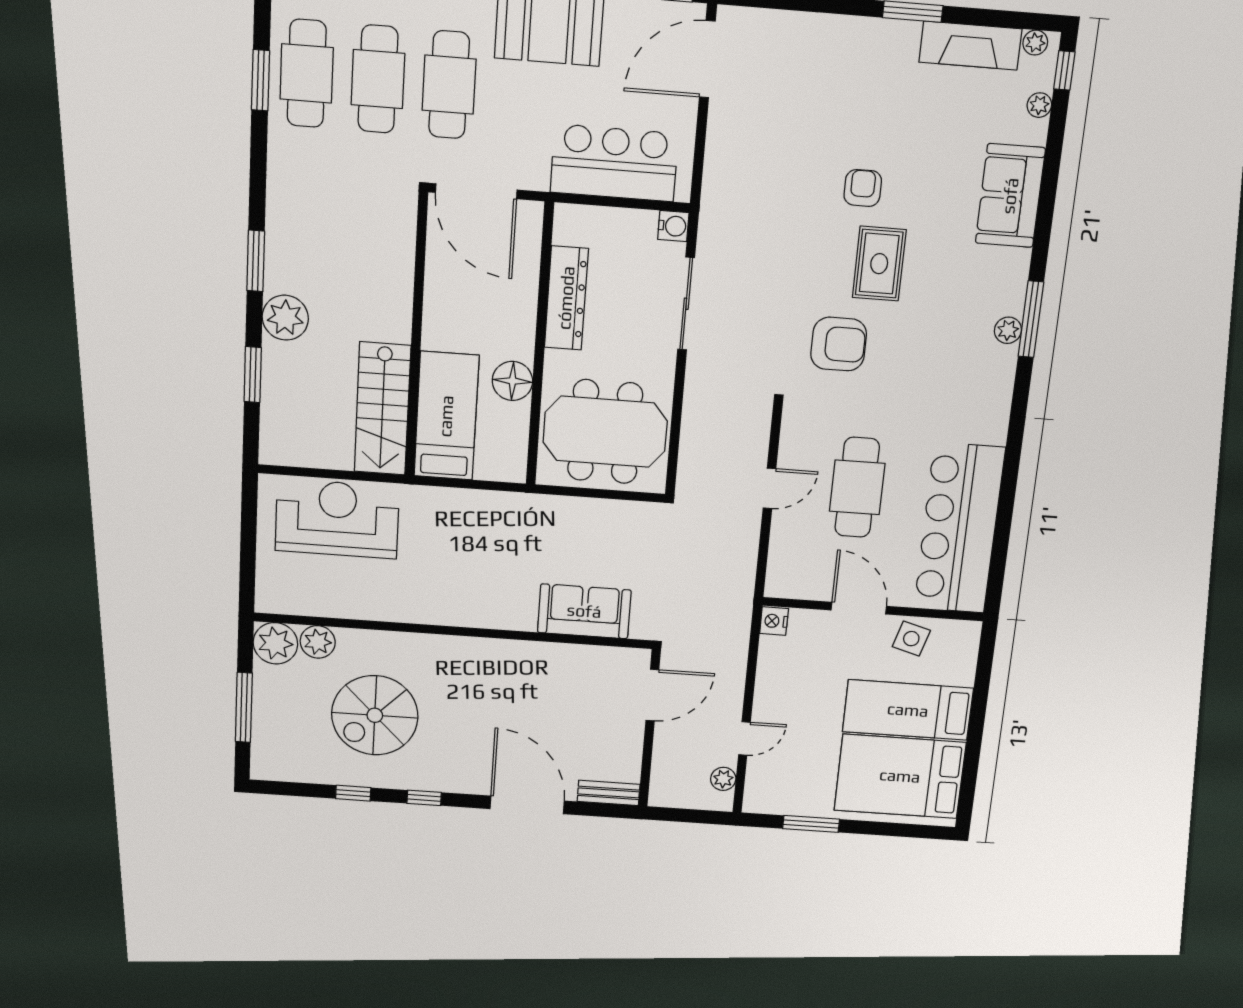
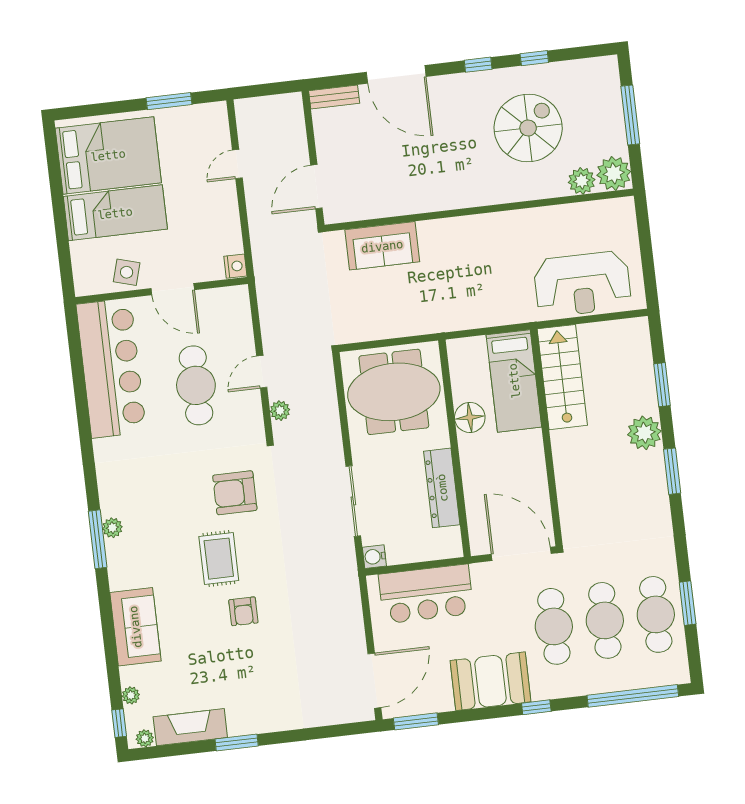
plant: (723, 779) -> (280, 411), moved

